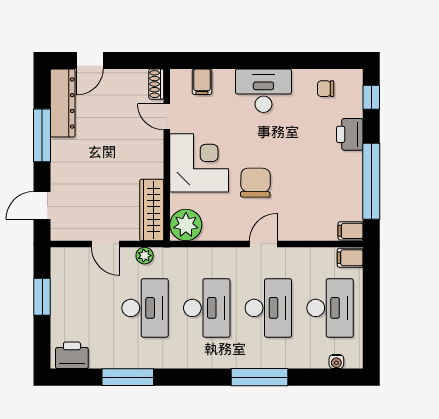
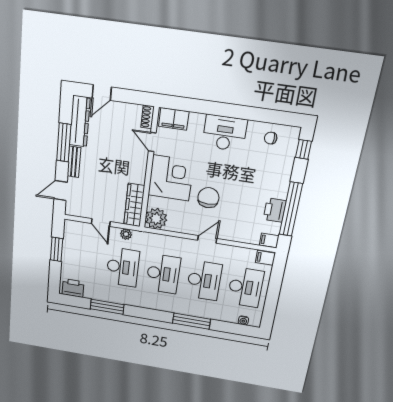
filing cabinet: (202, 82) -> (174, 119), width x2.00
printer: (350, 134) -> (275, 210), moved
bench: (59, 161) -> (74, 162), added

